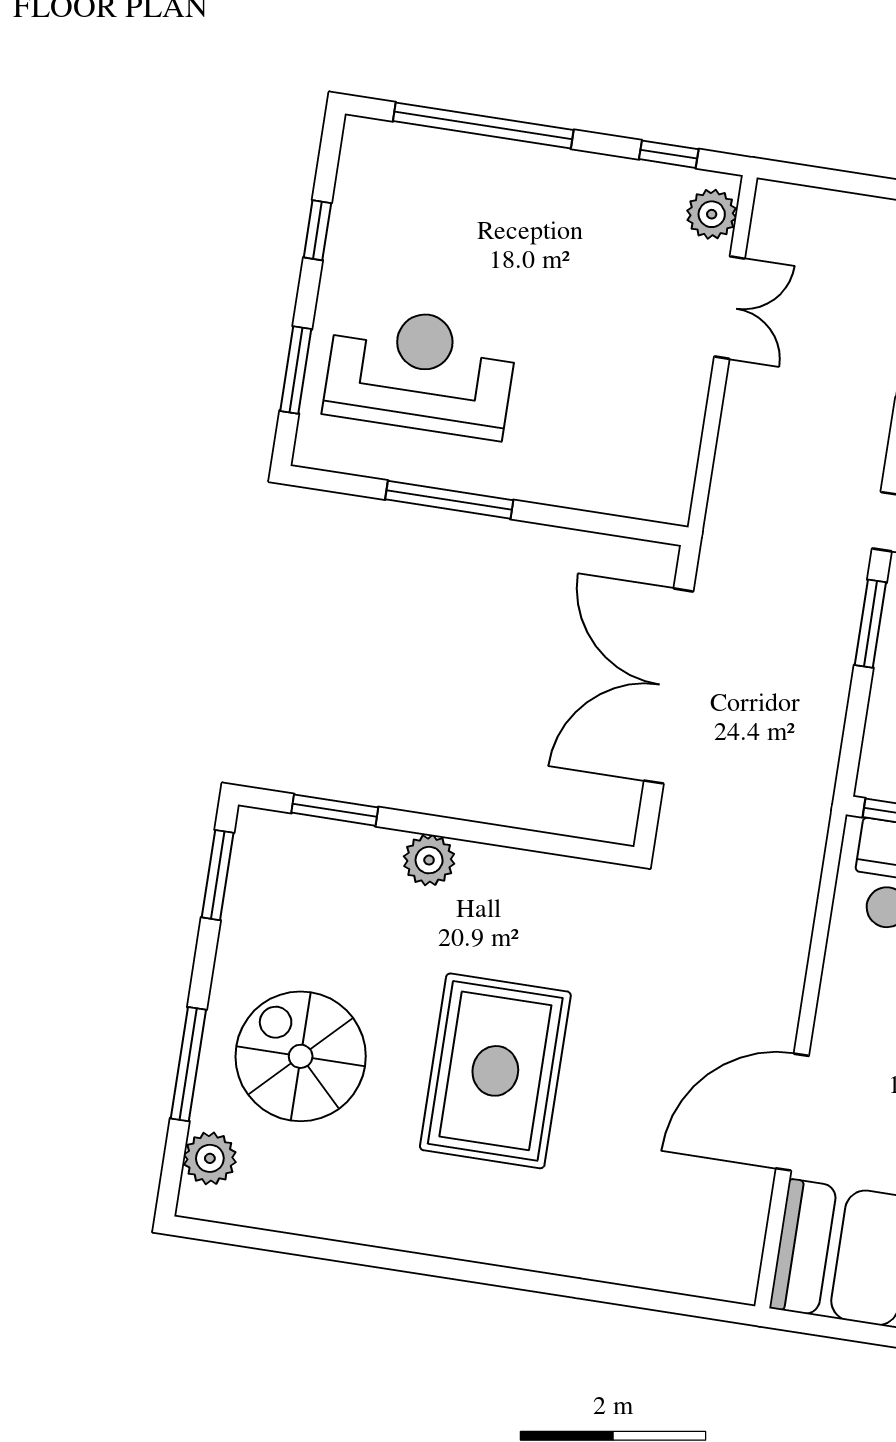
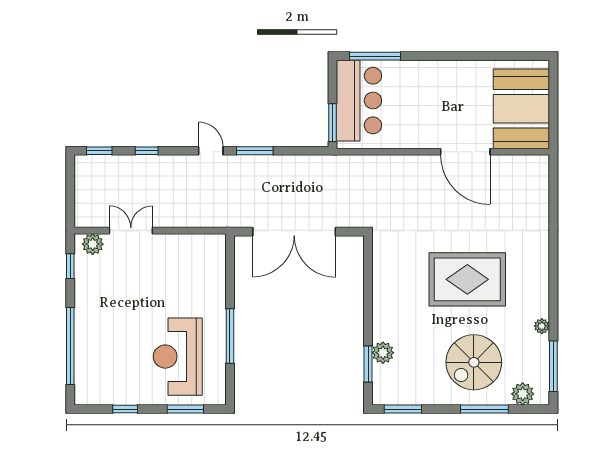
plant: (429, 860) -> (383, 353), moved
plant: (360, 1227) -> (542, 326), added
window: (263, 1239) -> (553, 366), added

